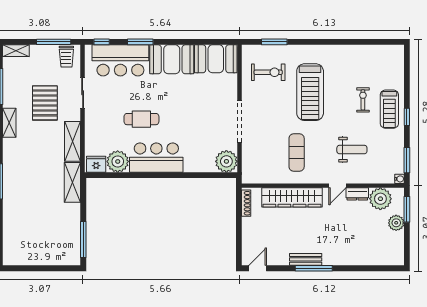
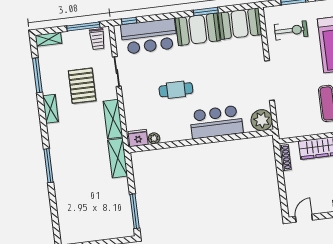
window: (140, 42) -> (206, 11), moved
bar counter: (156, 158) -> (216, 122), moved
plant: (118, 161) -> (154, 138), width x0.53, depth x0.53

